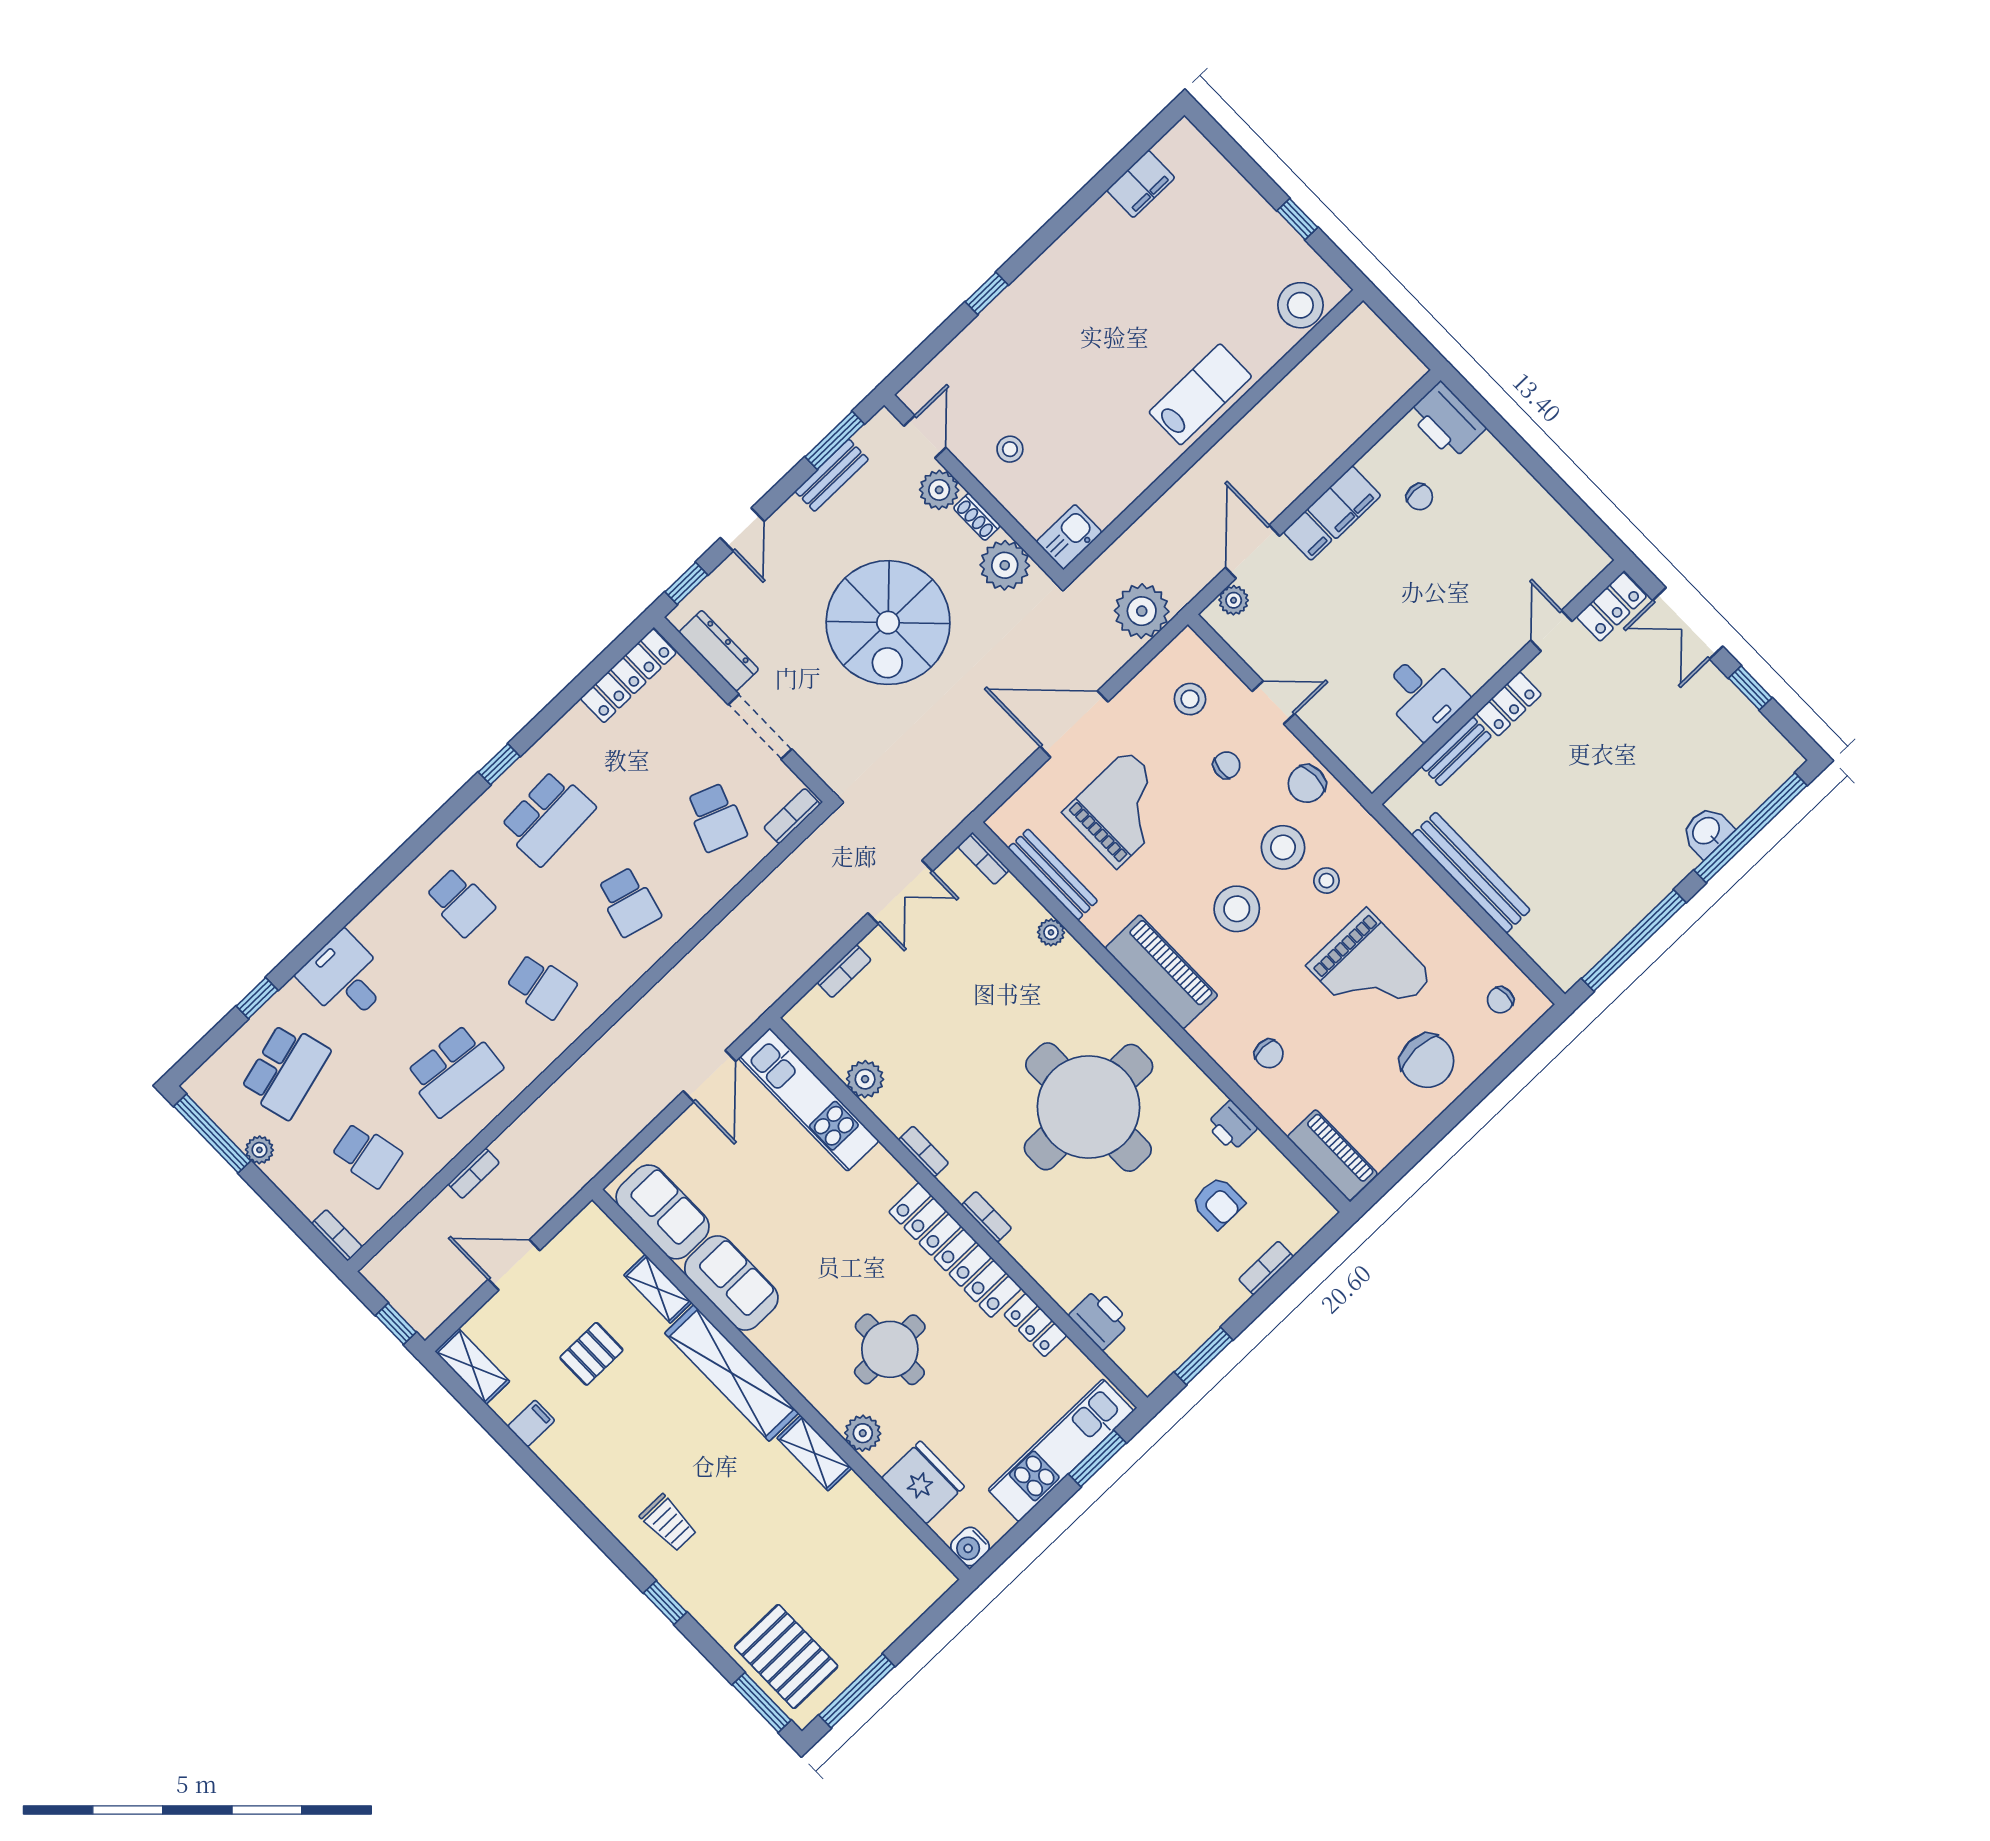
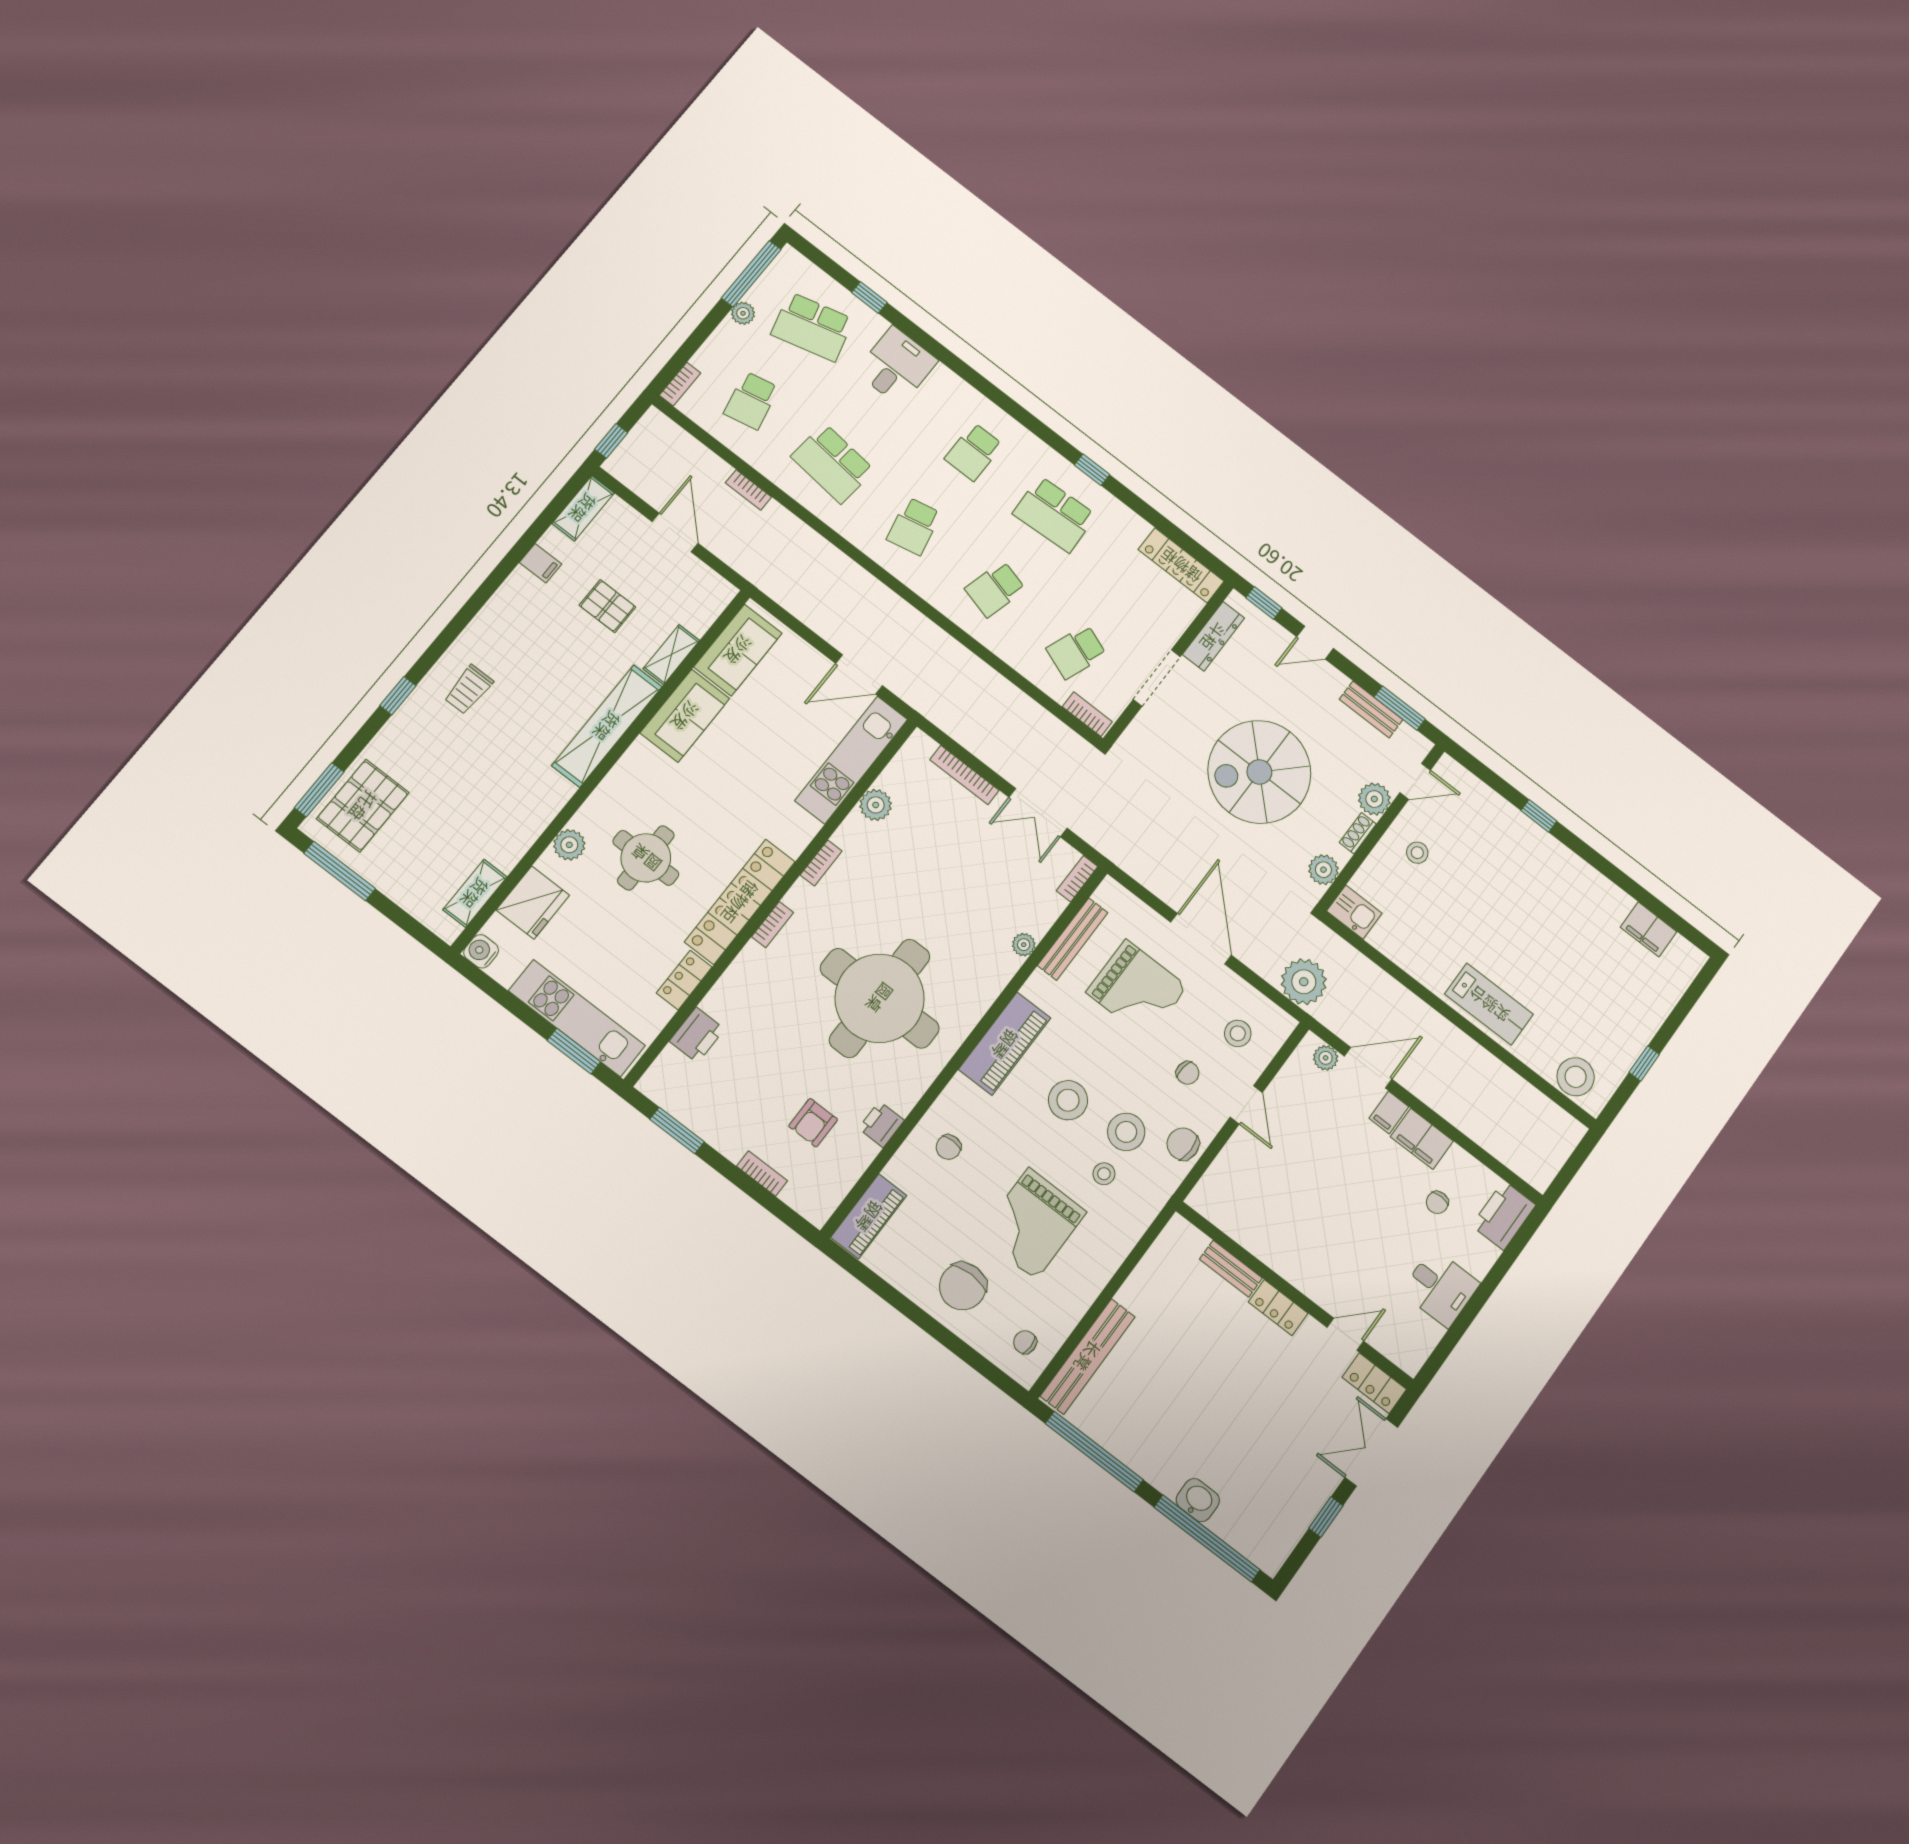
plant: (1005, 565) -> (1323, 870), width x0.73, depth x0.73
desk: (1423, 695) -> (1440, 1288), moved, turned -90
bench: (1471, 873) -> (1088, 1356), moved
bookcase: (844, 971) -> (964, 775), width x1.56
shelving: (814, 1453) -> (475, 893), moved

